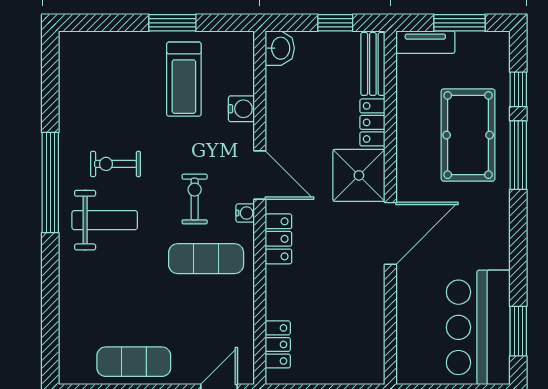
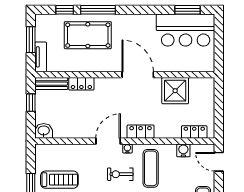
water cooler: (241, 109) -> (183, 150), moved
shower: (359, 175) -> (175, 91), moved

